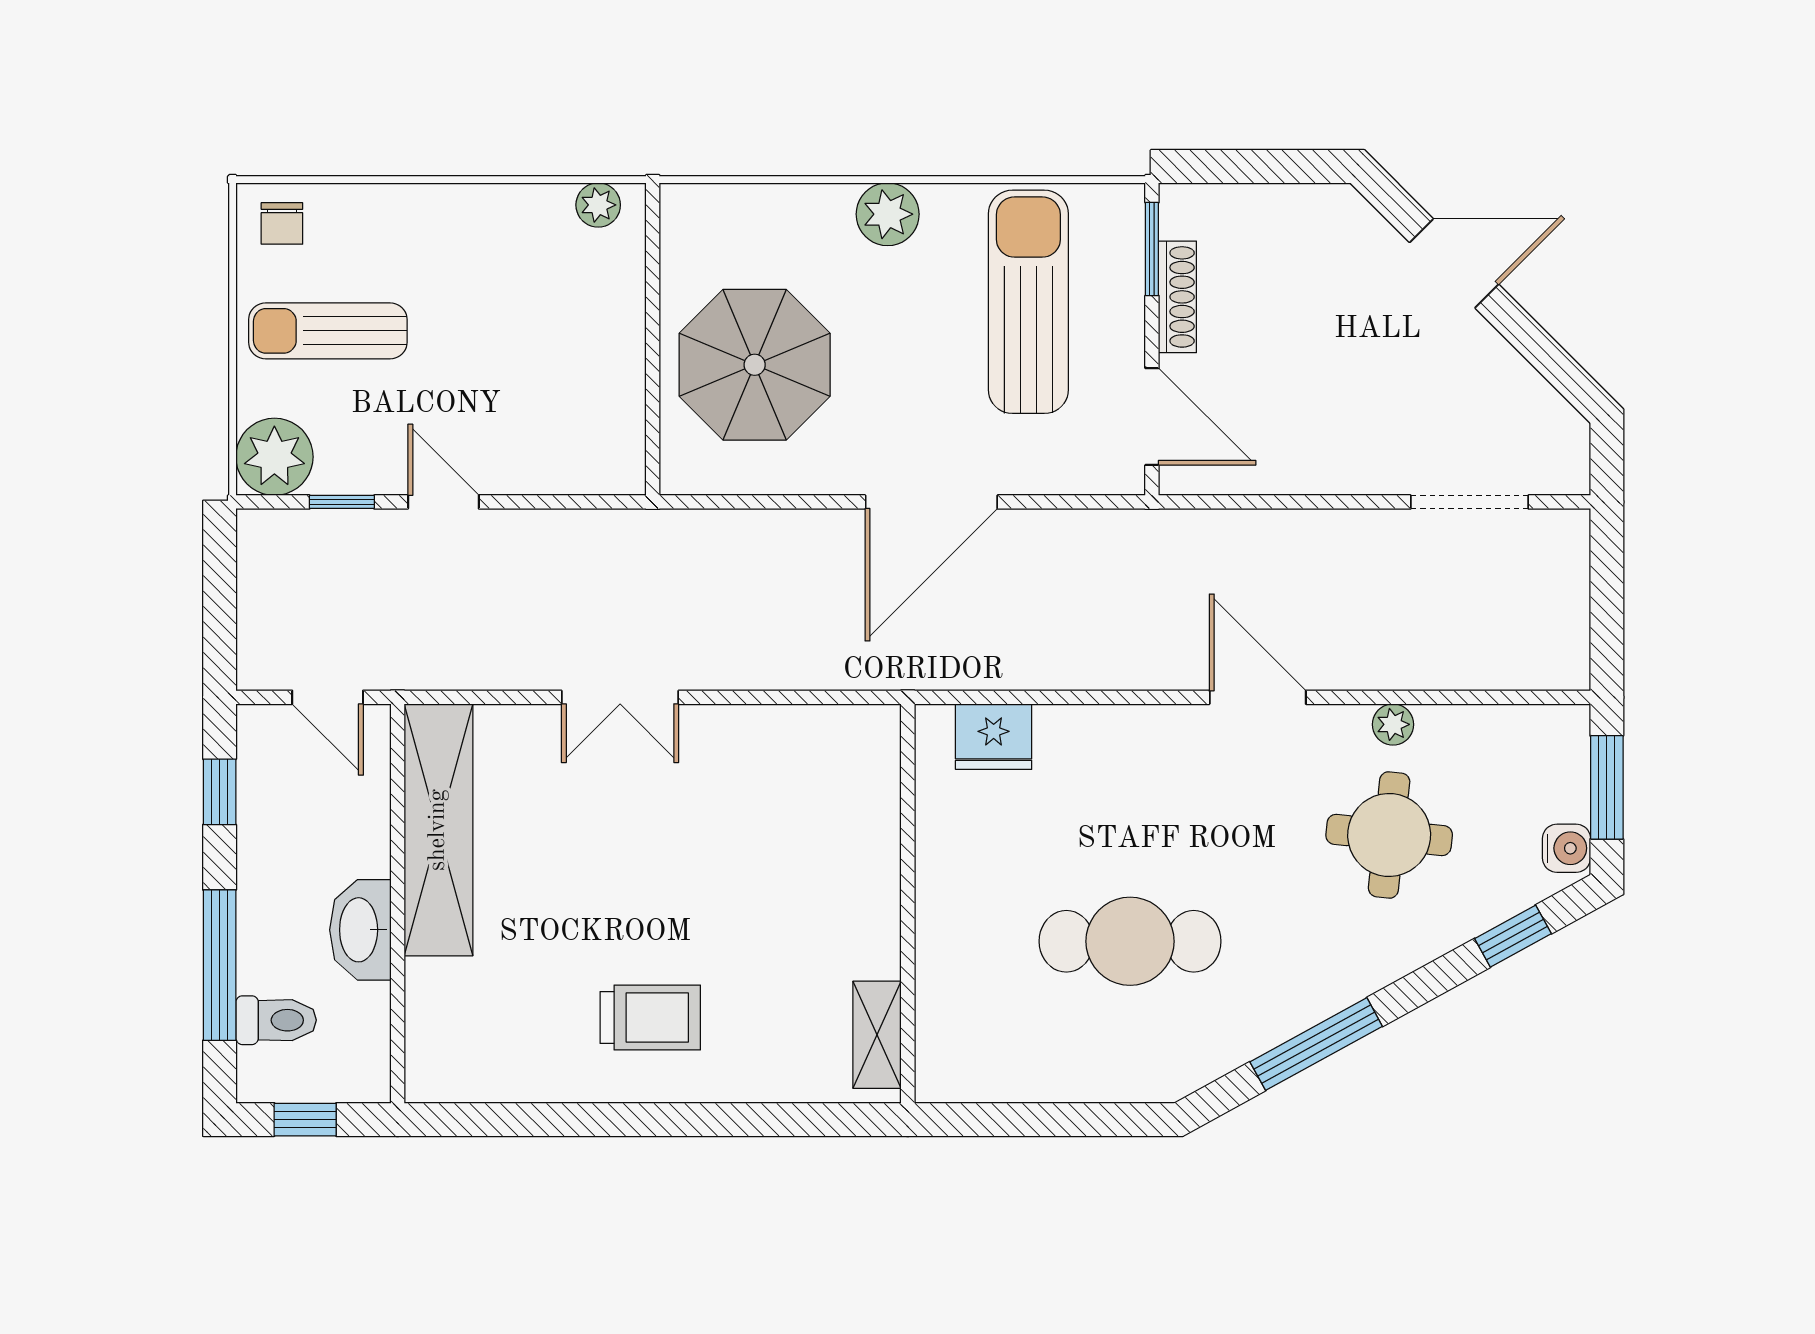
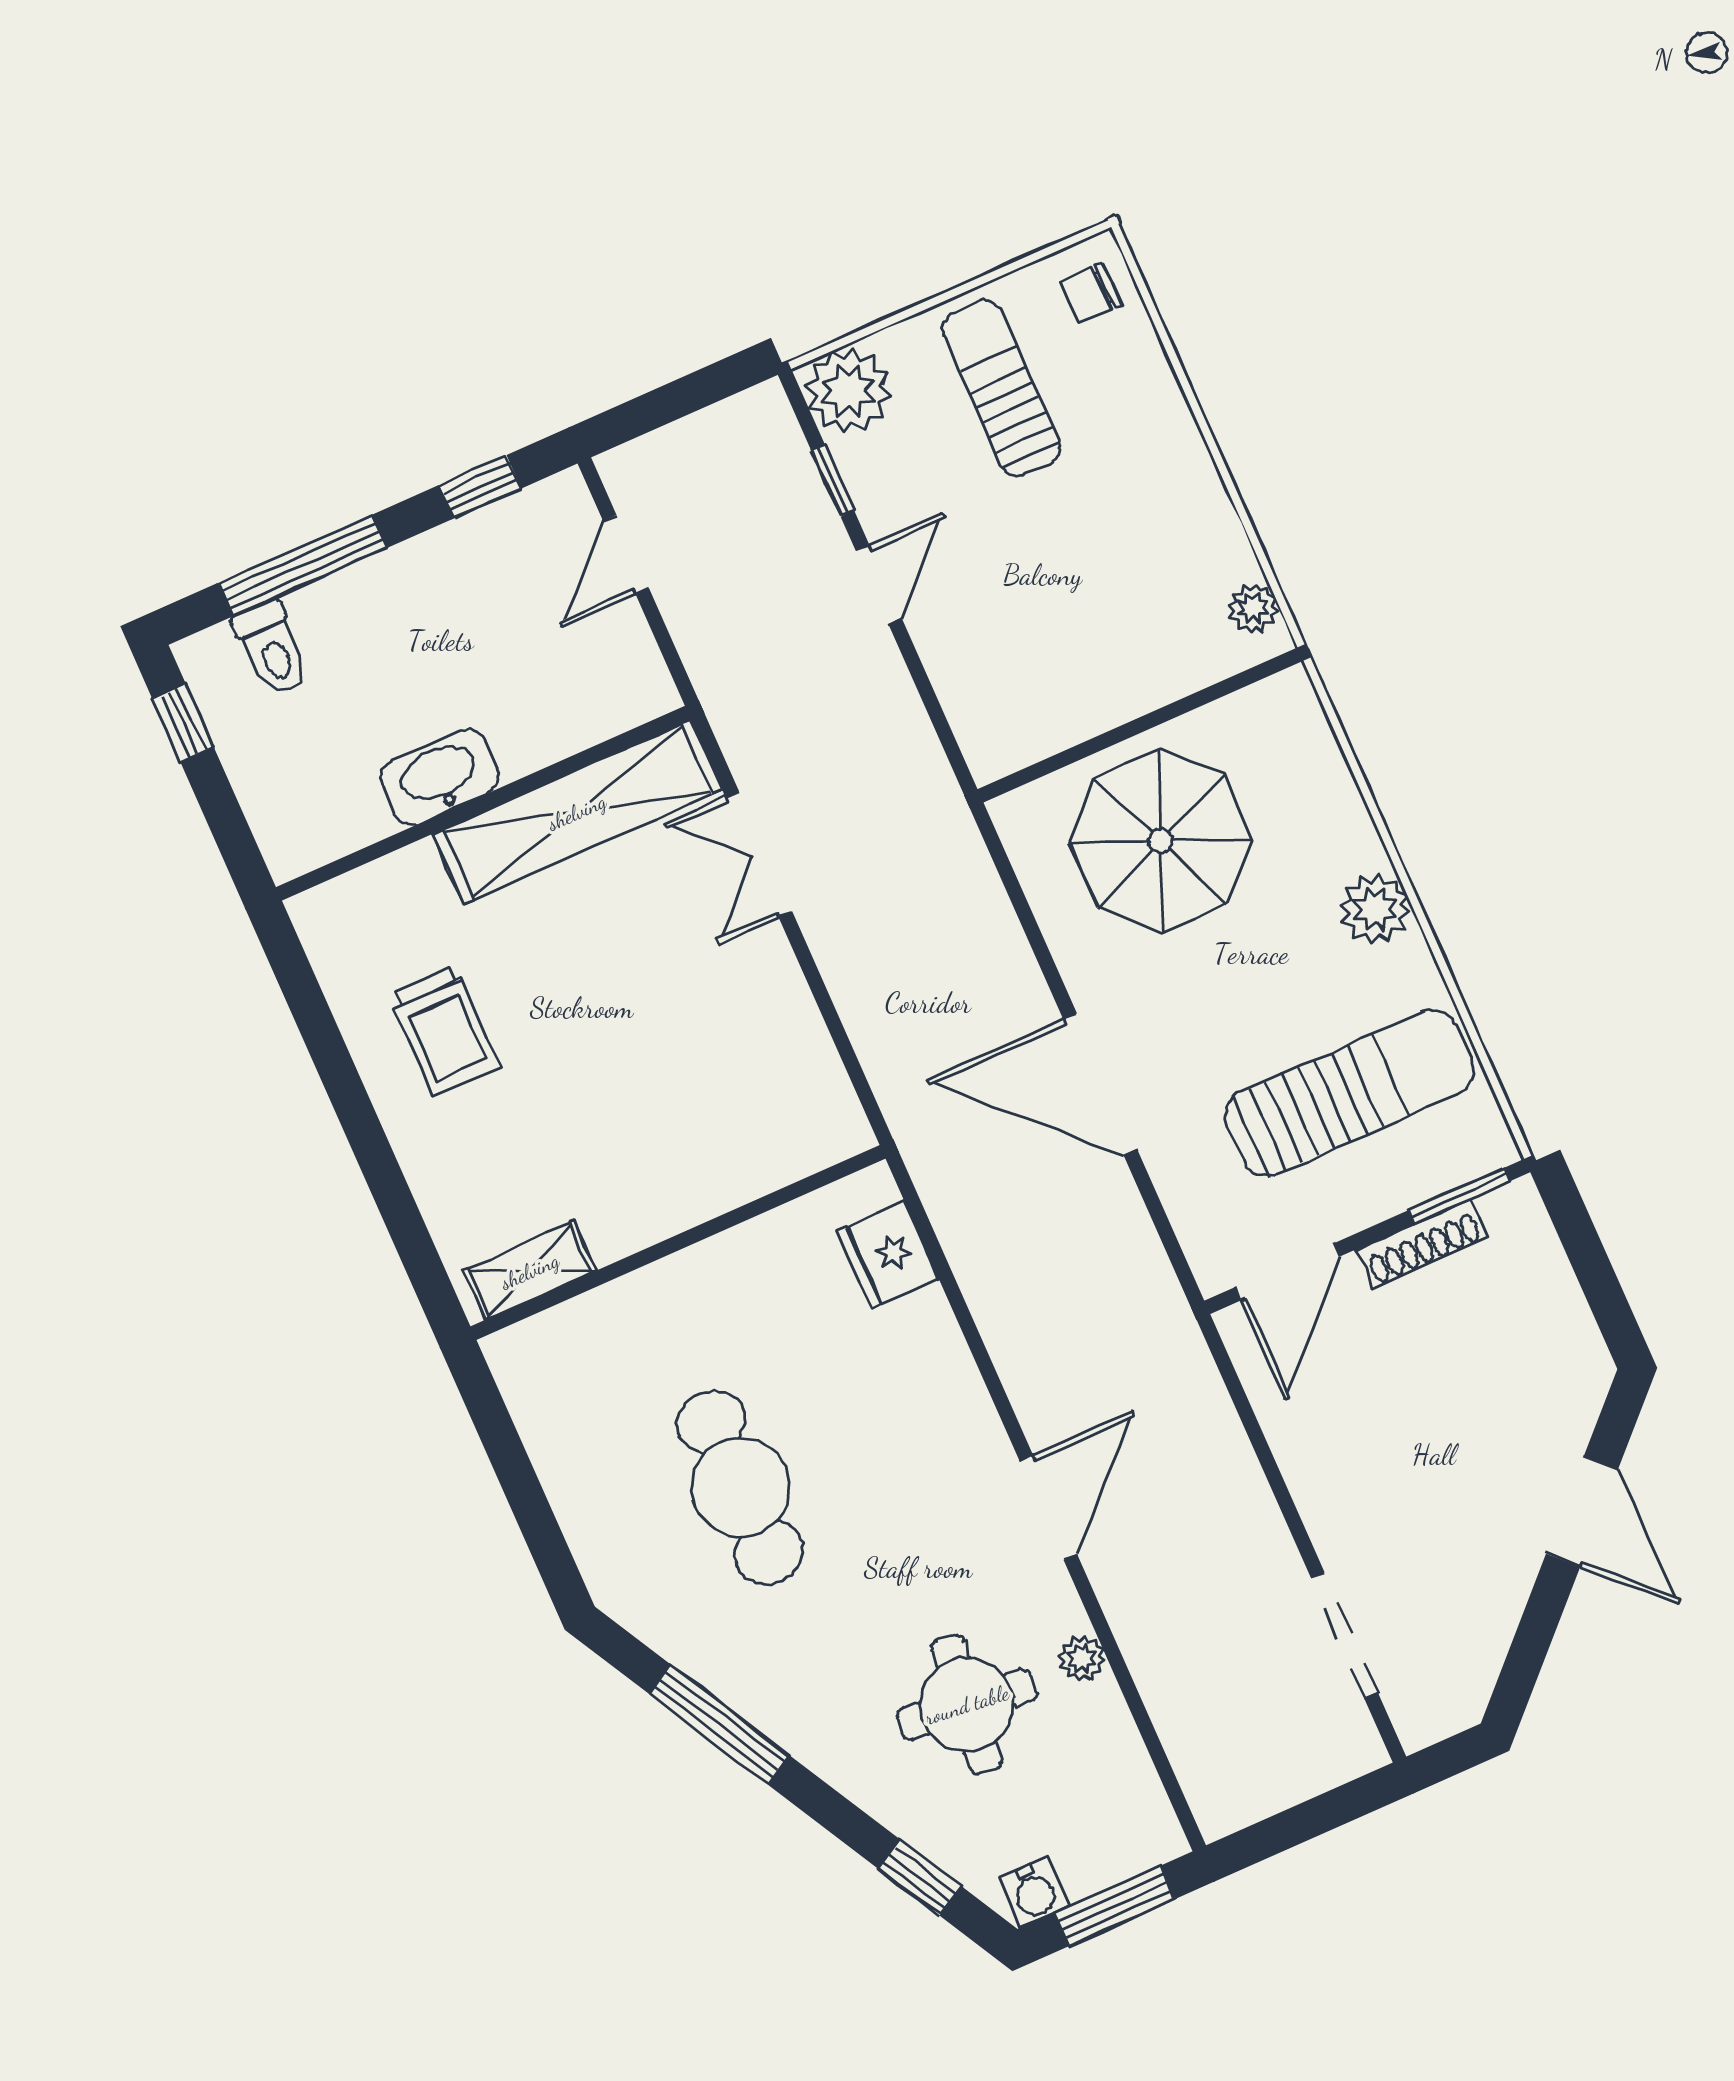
shelving: (438, 830) -> (577, 812), moved
wall: (398, 904) -> (483, 803), moved
washbasin: (360, 930) -> (440, 777), moved

